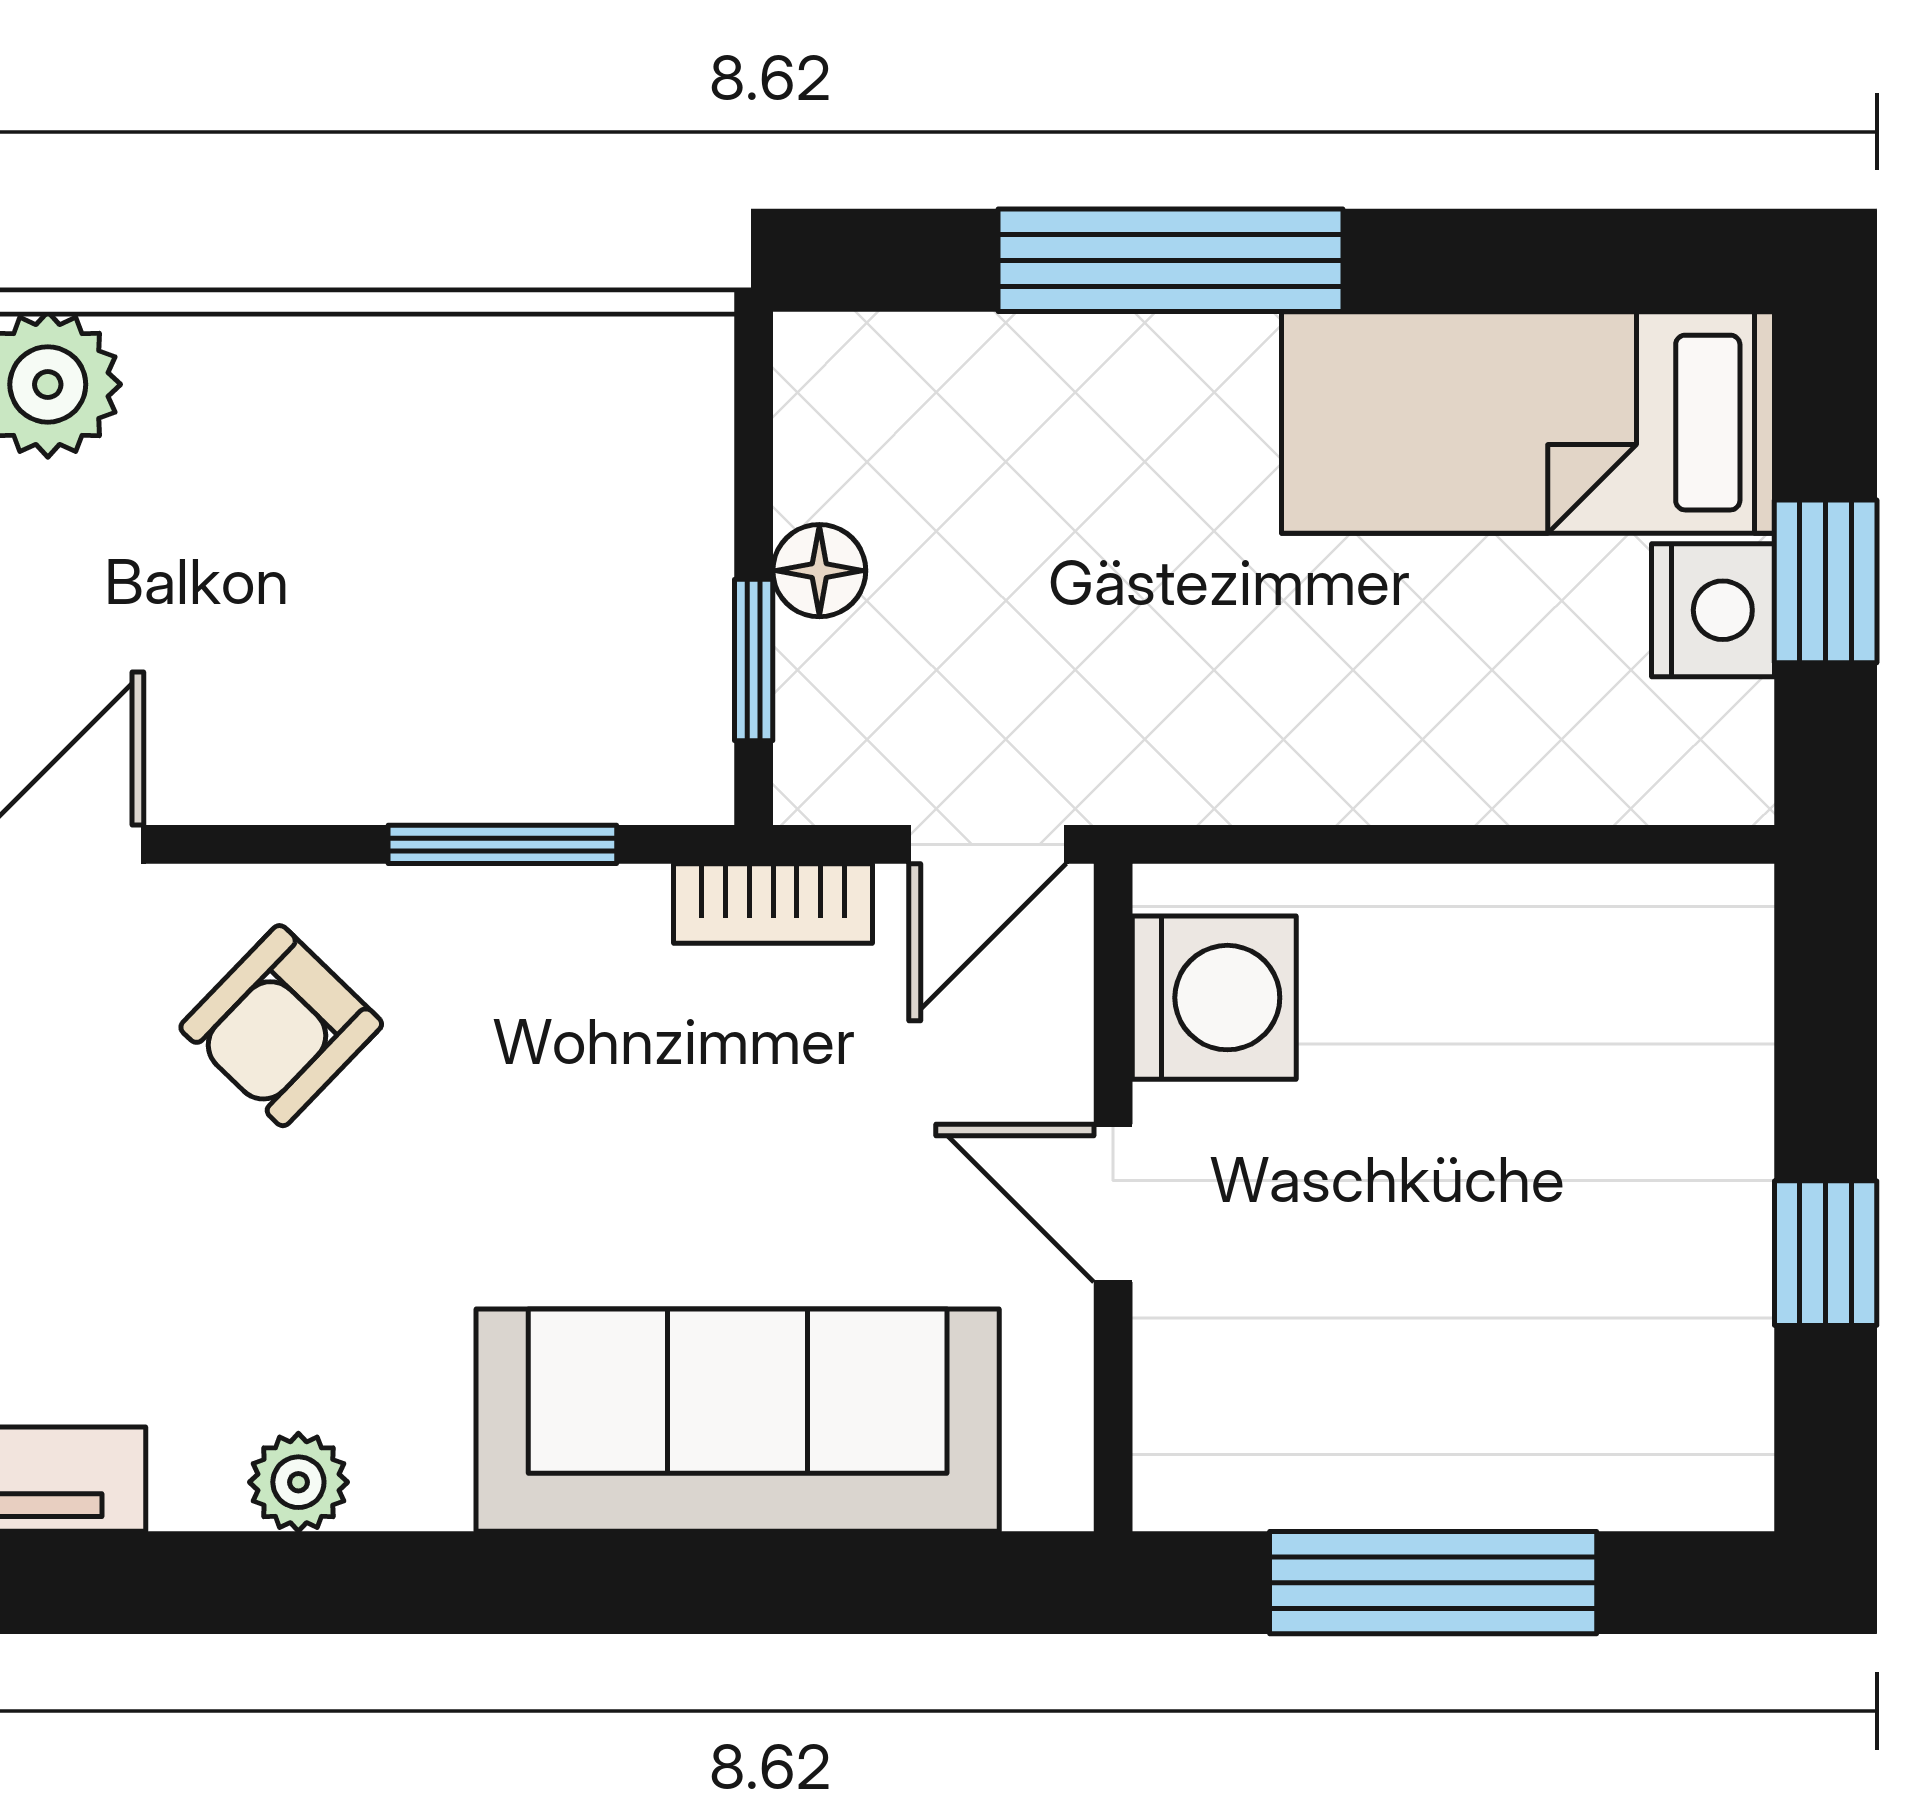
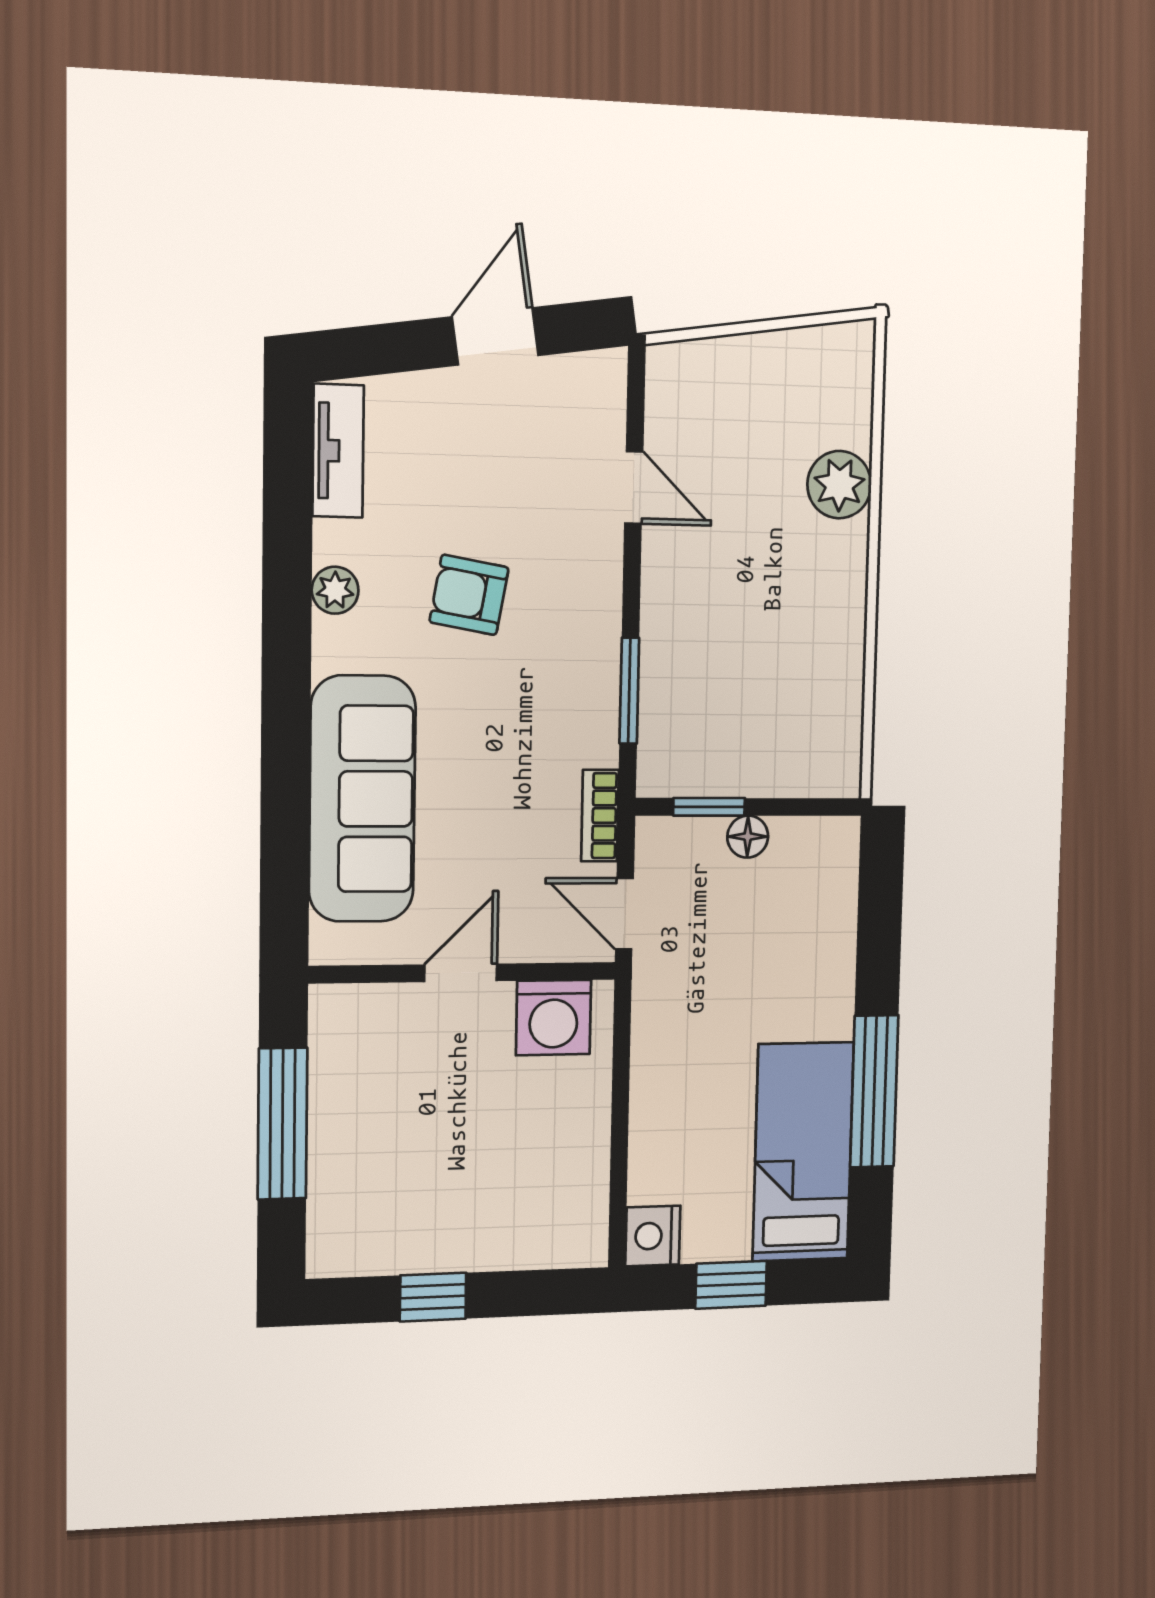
window: (1171, 260) -> (874, 1091), moved
nightstand: (1713, 610) -> (653, 1236), moved, turned 90
armchair: (281, 1026) -> (469, 595), moved, turned -34

